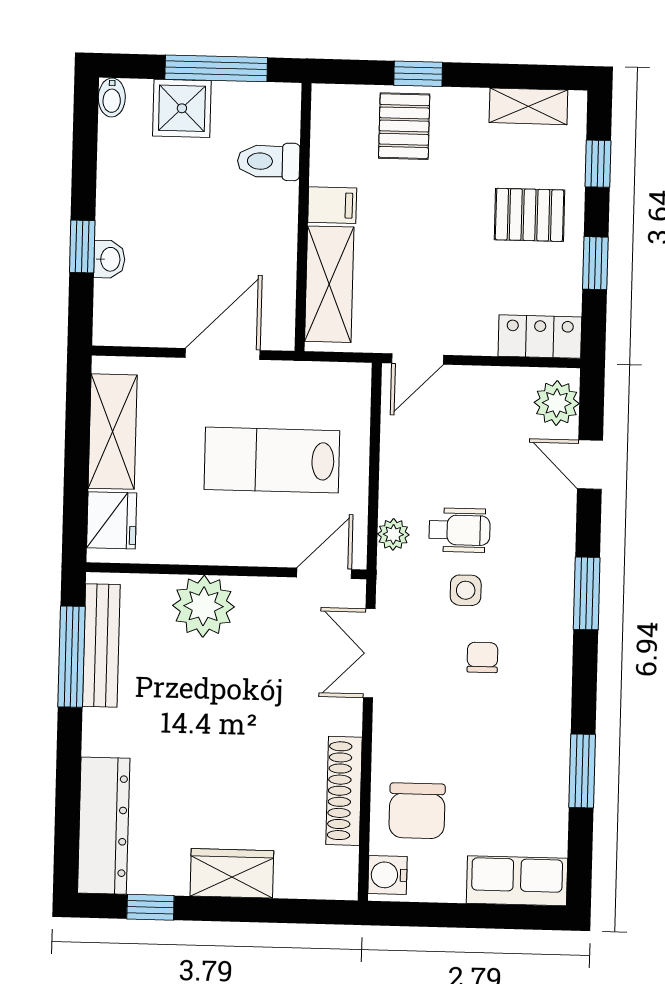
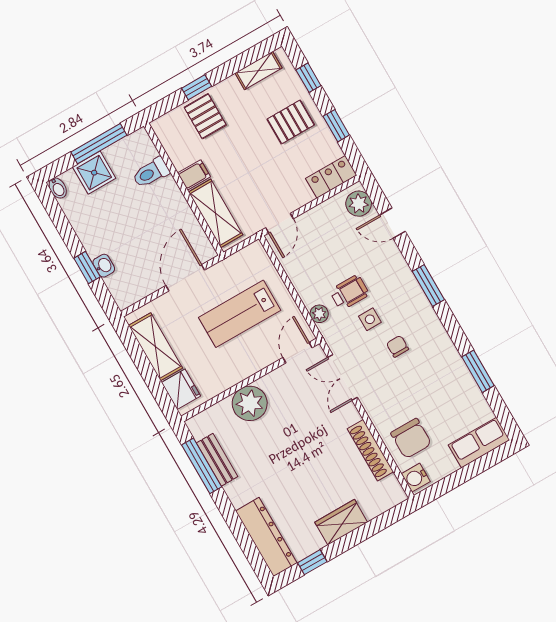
bench: (101, 645) -> (217, 460), width x0.73

